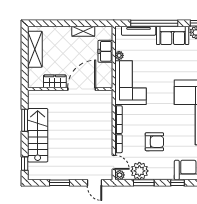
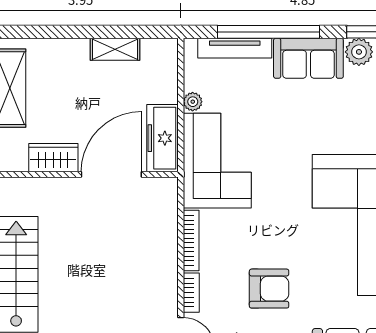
freezer: (105, 51) -> (163, 138), moved, width x1.40

